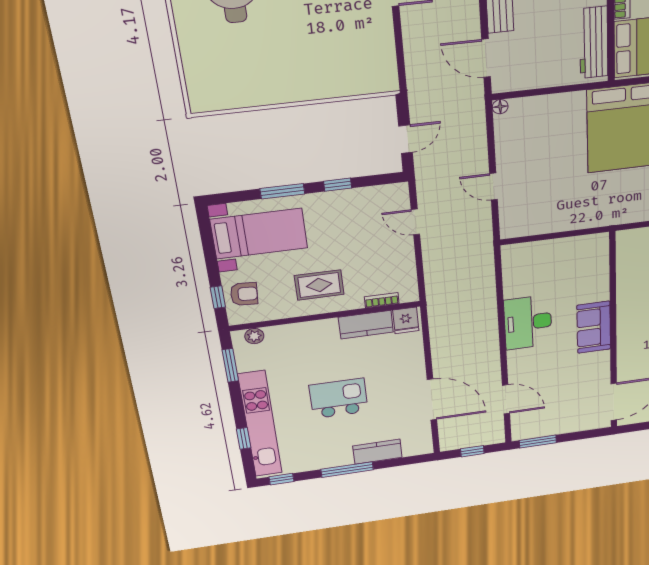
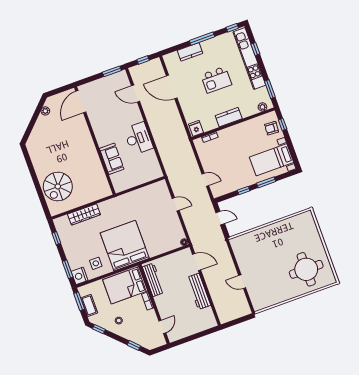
door: (406, 139) -> (220, 218), swing flipped
rug: (319, 285) -> (240, 139), removed
kitchen counter: (366, 325) -> (229, 117), moved
sofa: (594, 327) -> (112, 159), moved

